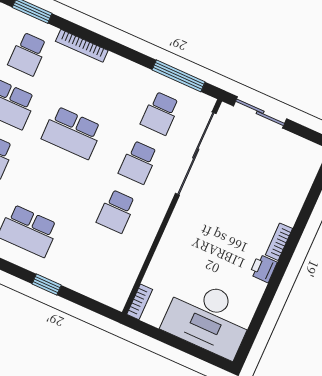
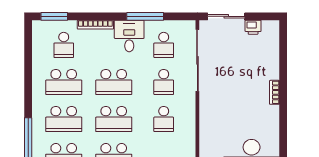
window: (179, 76) -> (145, 16), moved
desk: (120, 81) -> (129, 36), added
school desk: (50, 182) -> (114, 119), added
printer: (263, 268) -> (253, 27), moved, turned -90

